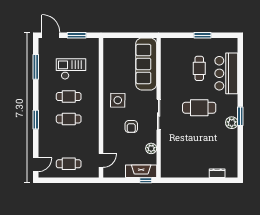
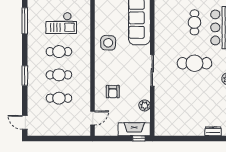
checkout: (71, 69) -> (61, 23), turned 180
side table: (118, 100) -> (108, 43), moved
armchair: (131, 127) -> (113, 92), moved
cafe table: (69, 164) -> (59, 98), moved
door: (36, 165) -> (25, 122), swing flipped

